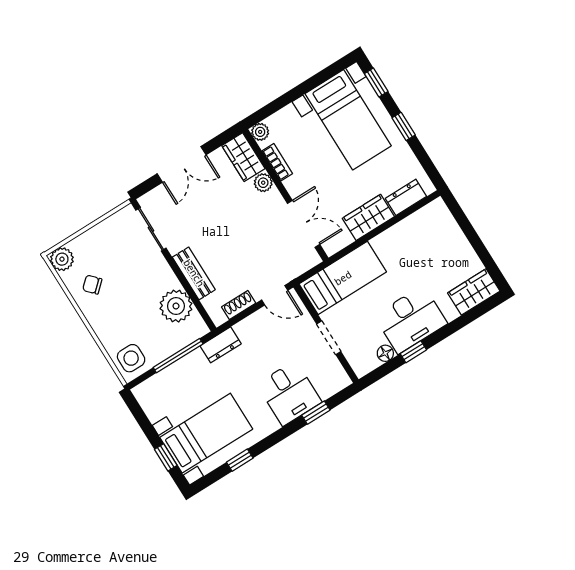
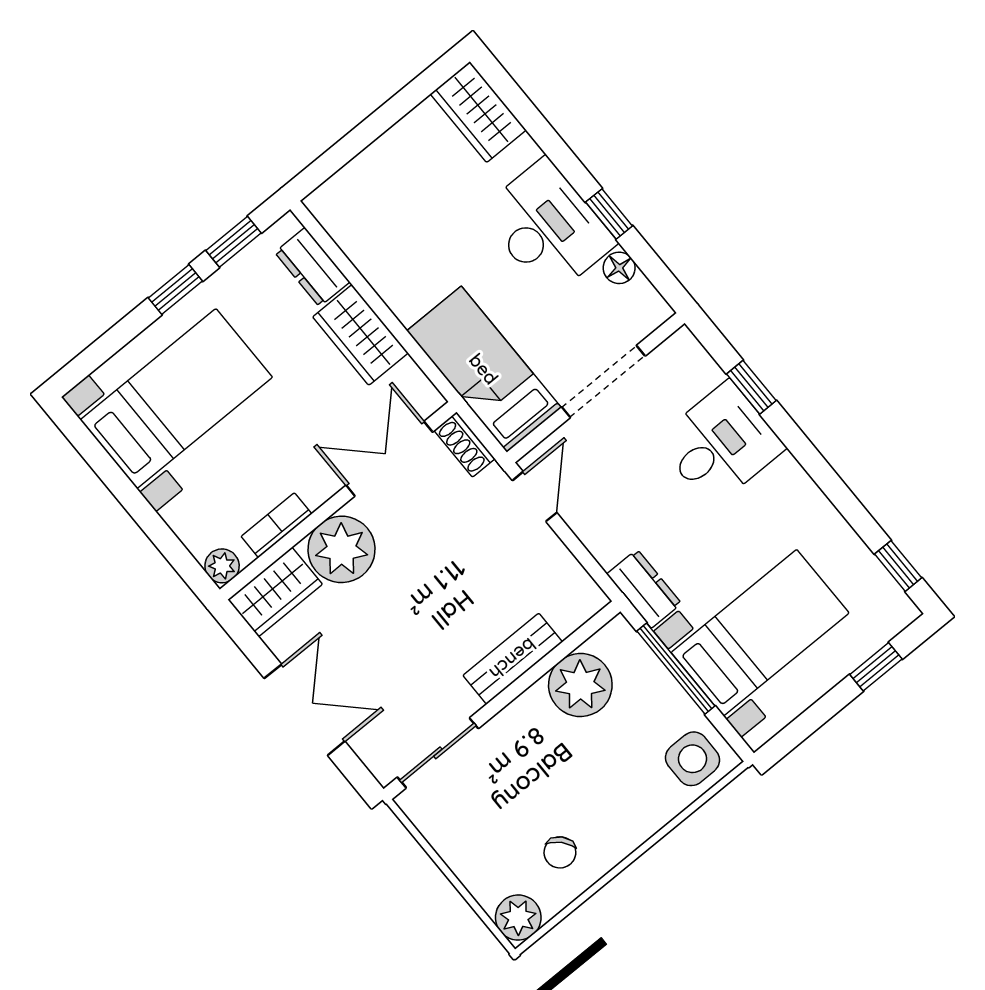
window: (376, 82) -> (233, 242), moved
plant: (263, 183) -> (342, 549), width x1.87, depth x1.87
shoe rack: (239, 305) -> (464, 444), moved
doorway: (329, 338) -> (603, 381), width x1.38
bed with nightstands: (206, 433) -> (760, 633), moved, turned 90
window: (240, 460) -> (898, 566), moved

